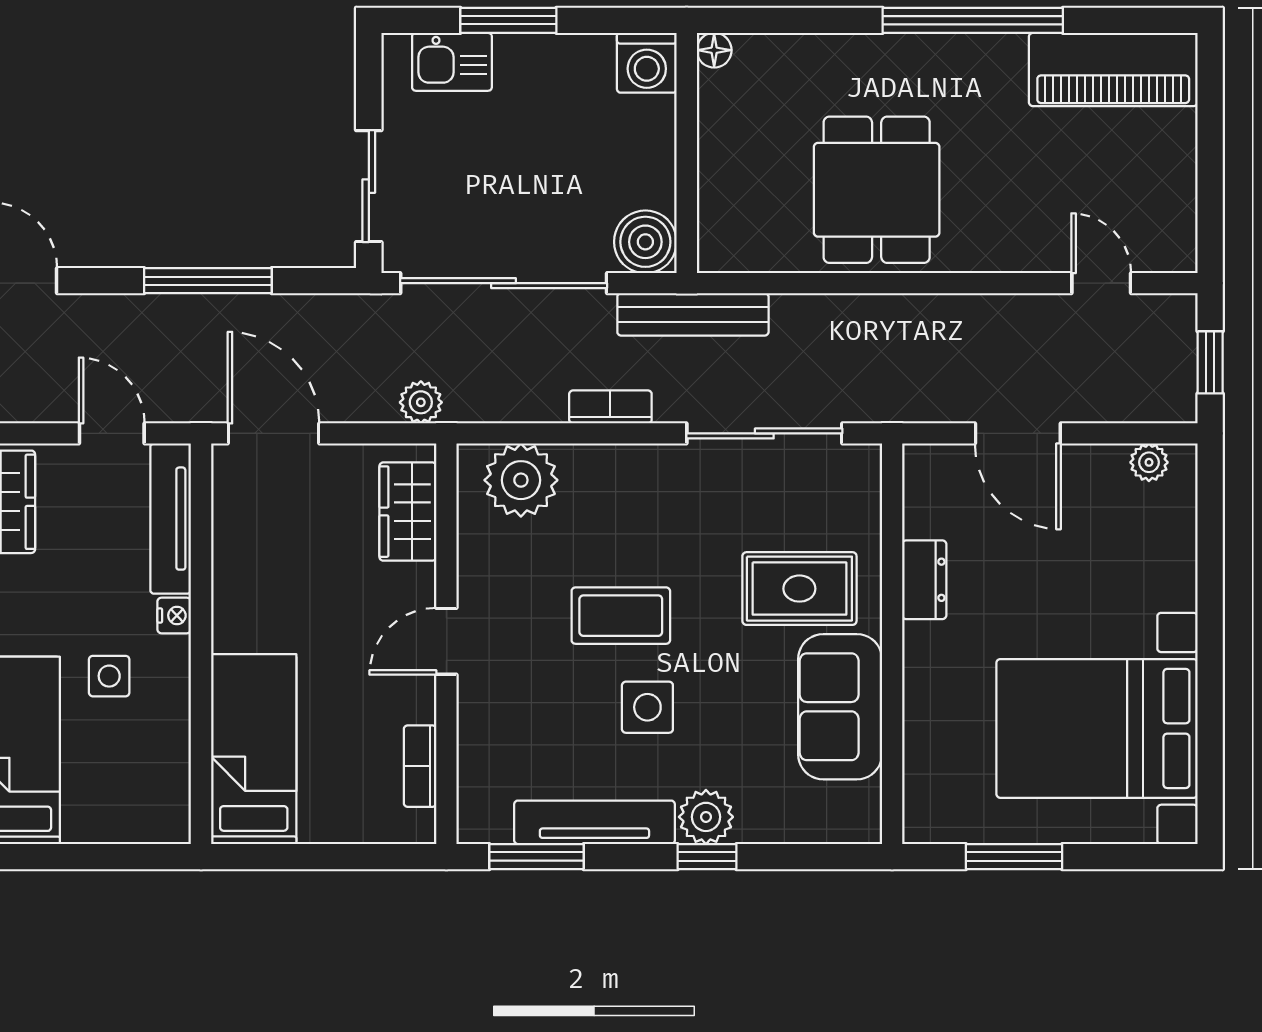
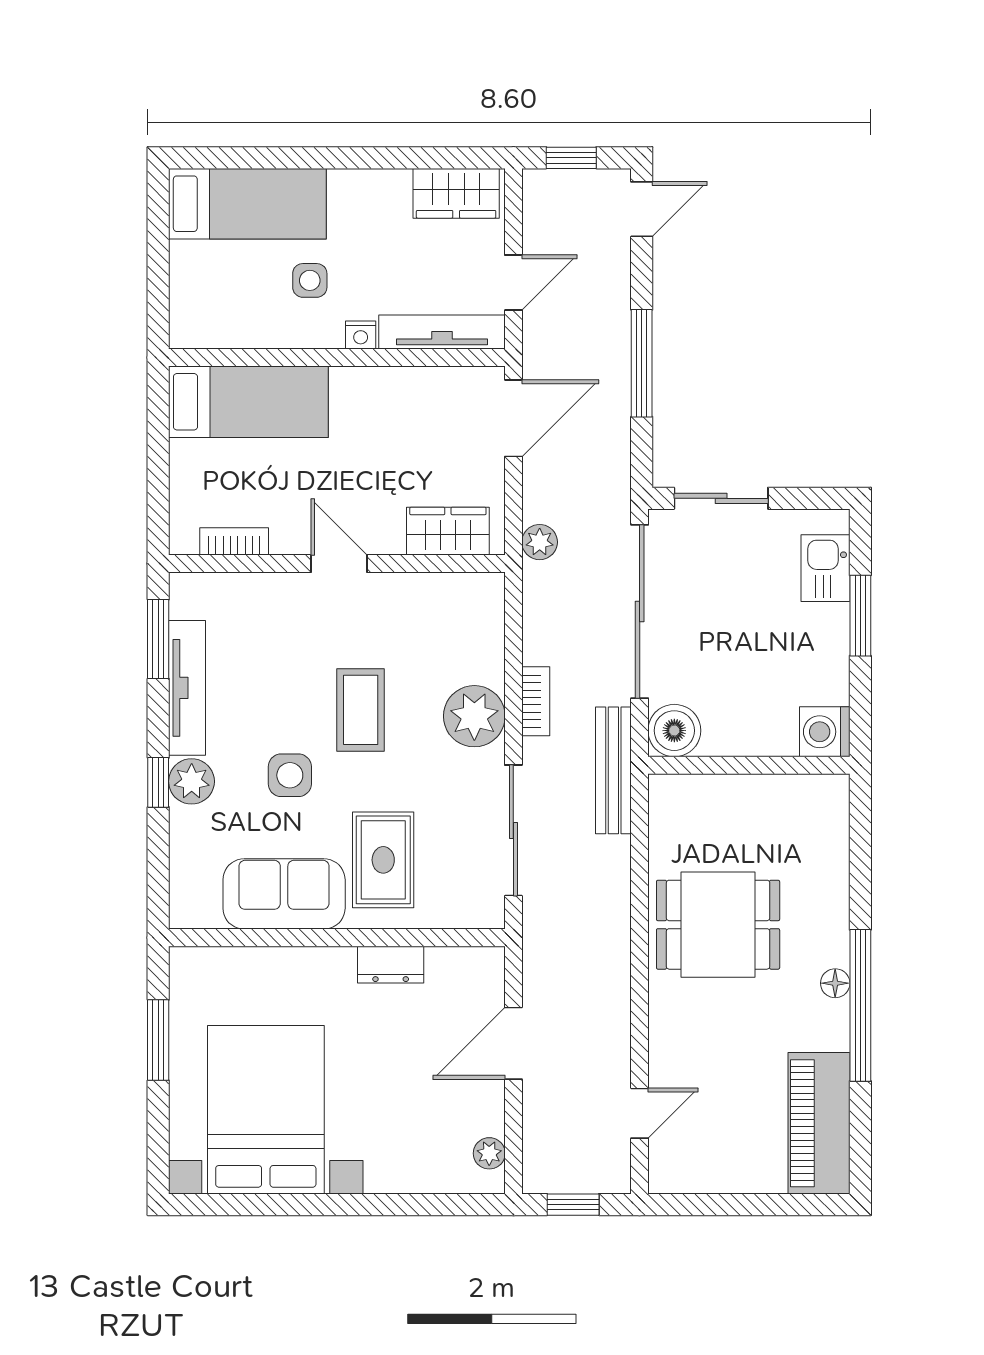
floor lamp: (714, 50) -> (835, 983), moved
plant: (521, 480) -> (474, 716), moved
side table: (647, 707) -> (290, 775), moved

